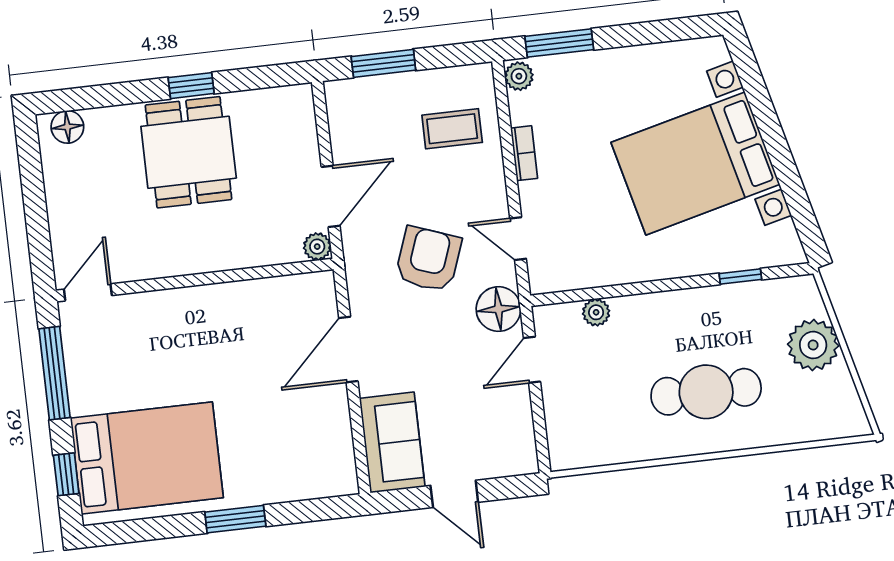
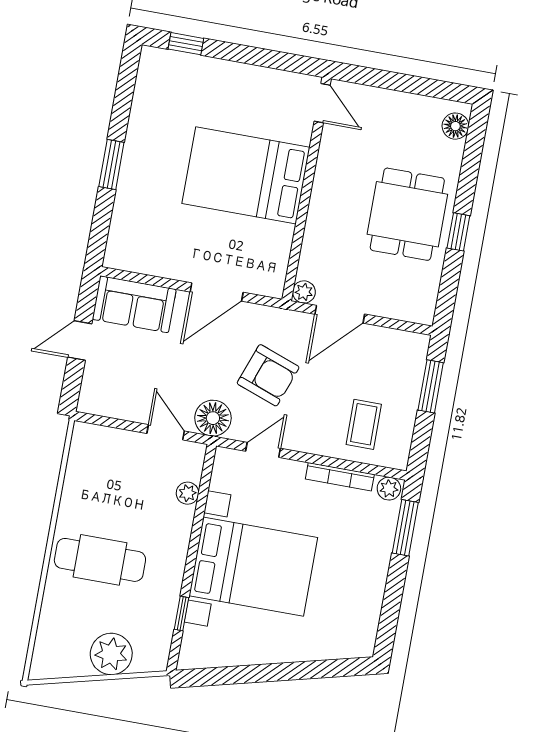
dining table: (189, 152) -> (407, 214), turned 90
bookcase: (524, 153) -> (340, 477), width x1.56
bed with nightstands: (695, 163) -> (253, 567), moved, turned 104
door: (331, 196) -> (340, 314), hinge flipped
door: (348, 350) -> (217, 292), swing flipped
window: (55, 373) -> (267, 58), removed
cafe table: (706, 392) -> (100, 560), turned 90
bed: (147, 458) -> (246, 175), moved, turned 90

